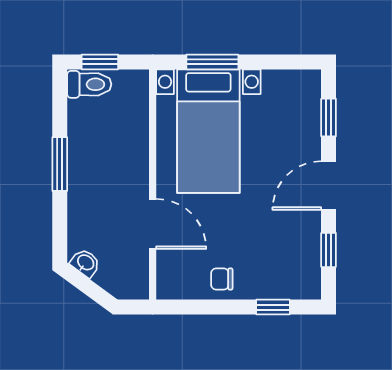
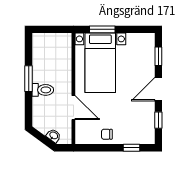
window: (100, 62) -> (48, 29), removed
toilet: (89, 84) -> (43, 90), moved
washbasin: (85, 263) -> (54, 136), moved

